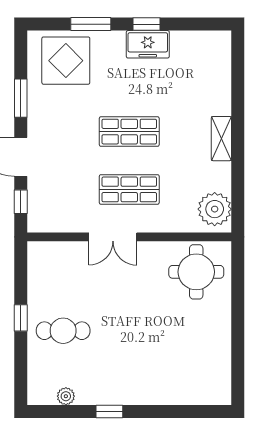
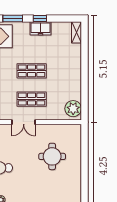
shelving: (221, 139) -> (76, 32), moved
round table: (196, 272) -> (52, 156), moved

